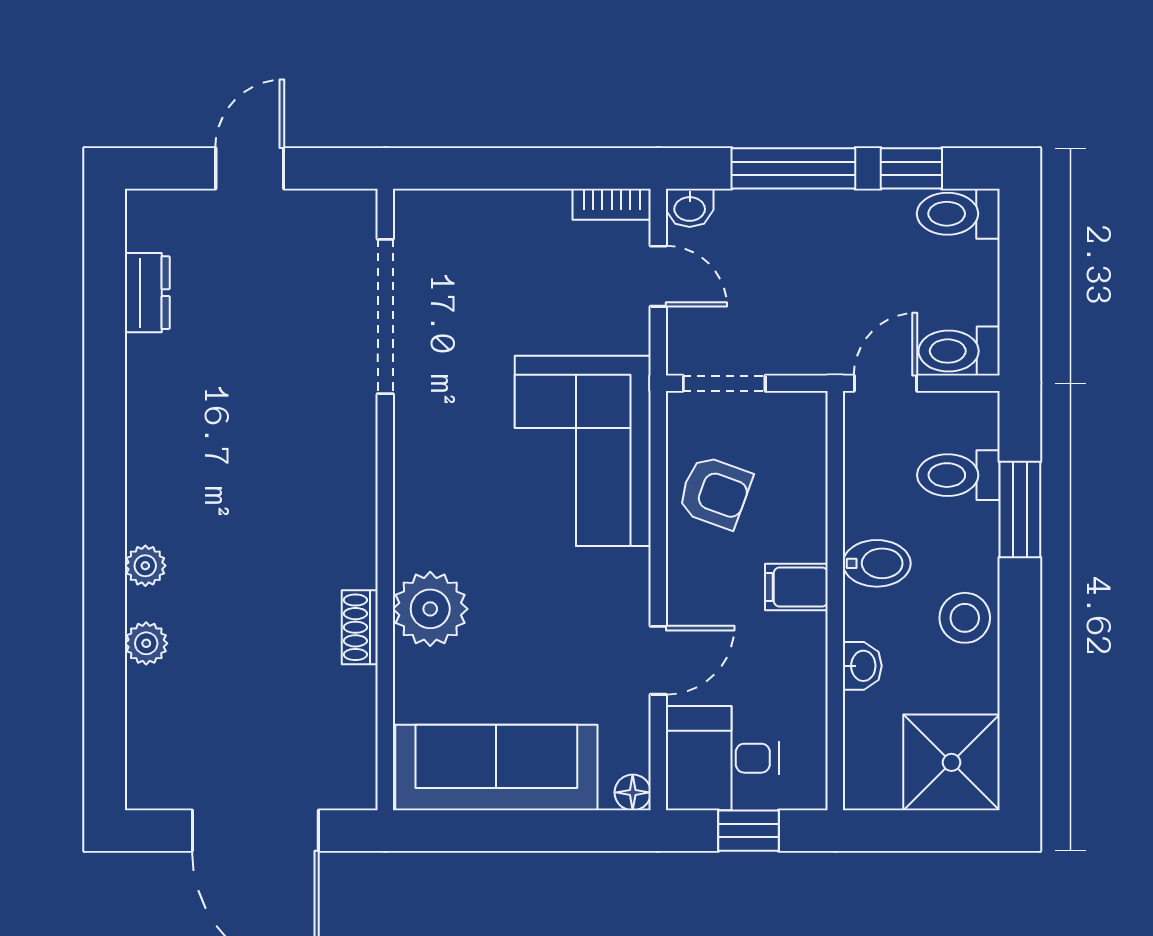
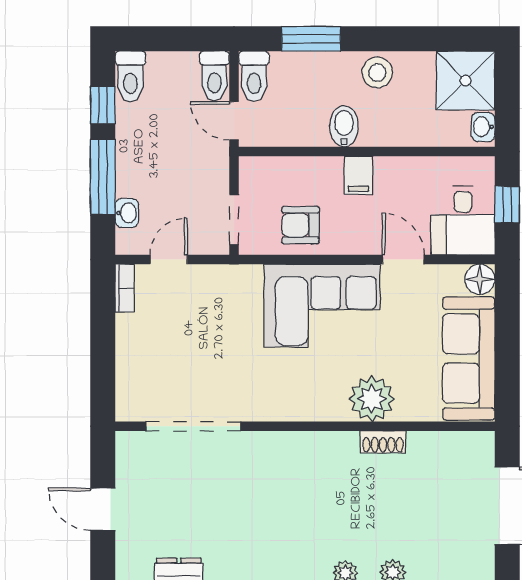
washbasin: (690, 208) -> (127, 213), moved
corner sofa: (583, 451) -> (322, 306), moved
toilet: (958, 475) -> (254, 76), moved
armchair: (715, 492) -> (301, 225), turned -110
washbasin: (862, 666) -> (483, 127), moved, turned -90
floor lamp: (633, 792) -> (480, 279), width x1.37, depth x1.37

